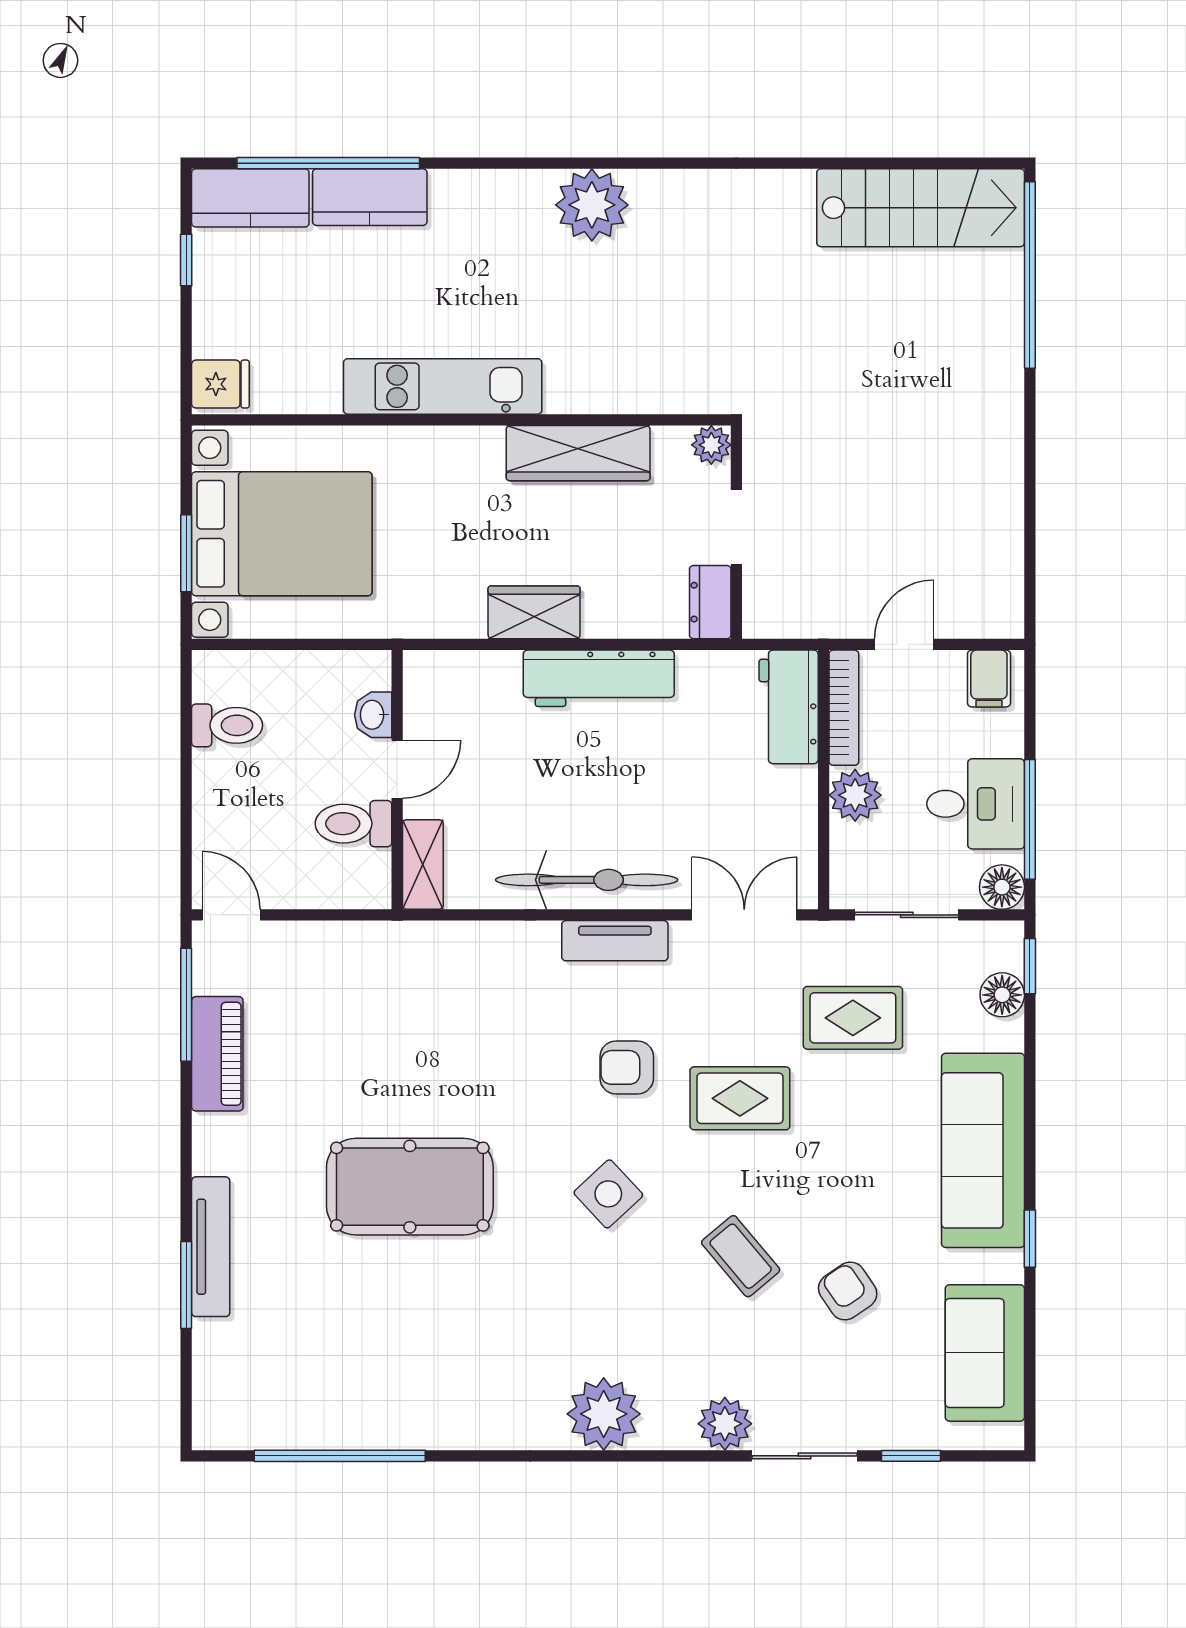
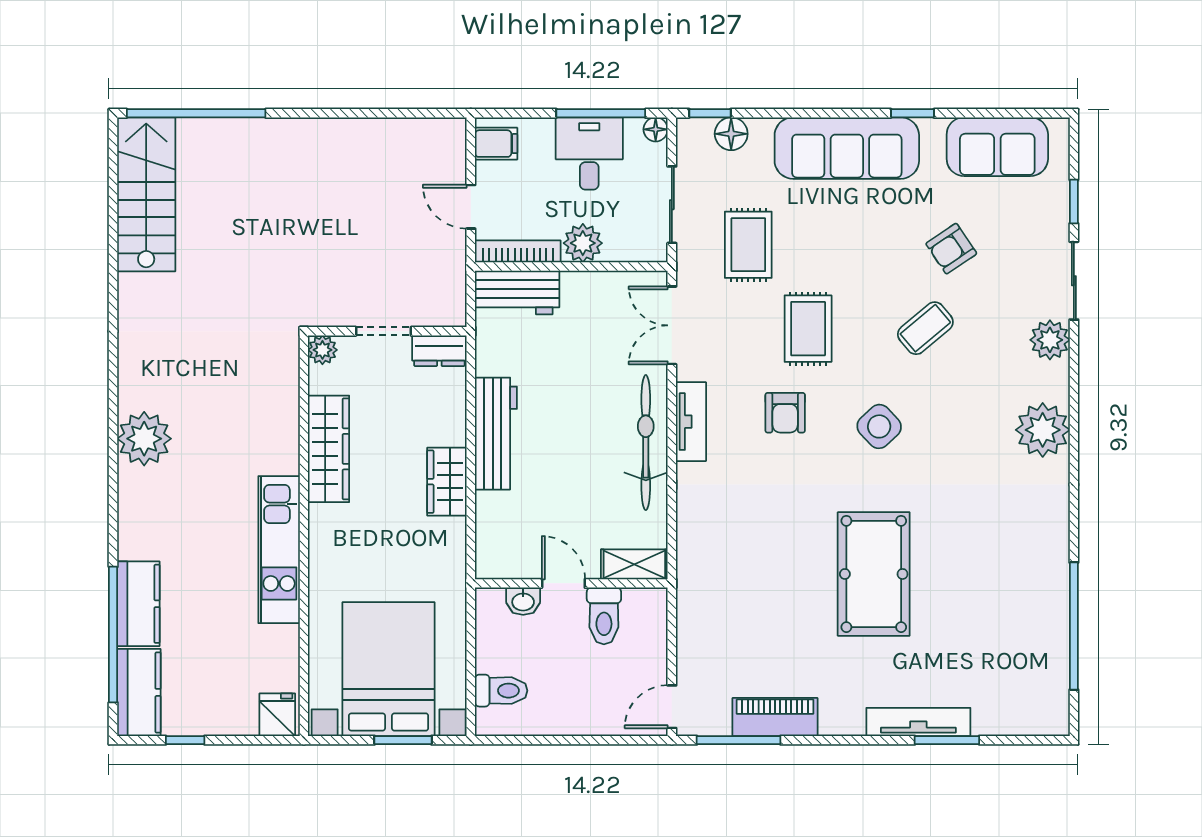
toilet: (227, 725) -> (501, 691), moved, turned 90
floor lamp: (1002, 887) -> (656, 129), width x0.73, depth x0.73

